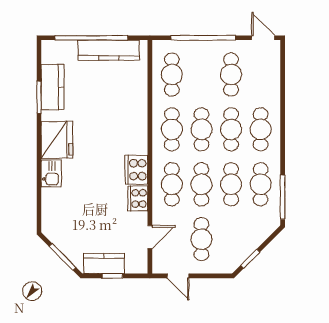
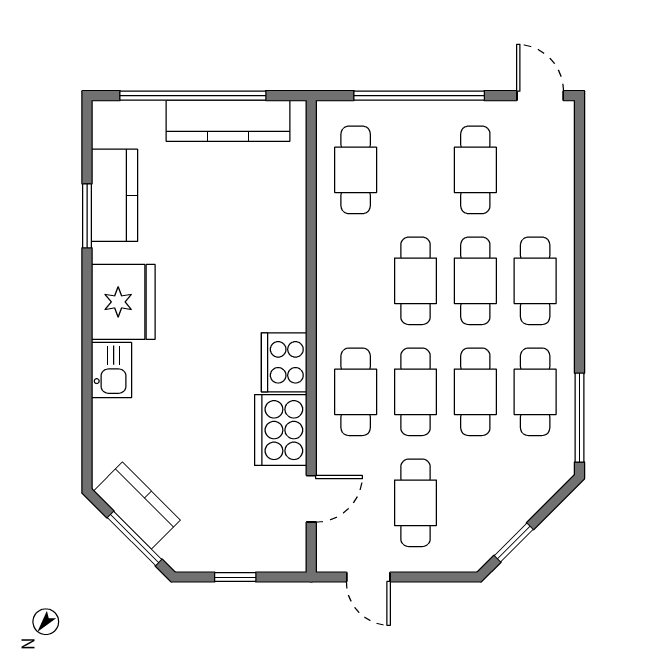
cafe table: (172, 129) -> (356, 281), removed
cooker: (138, 198) -> (281, 430), width x1.37, depth x1.31
kitchen counter: (104, 264) -> (137, 506), moved, turned 45

